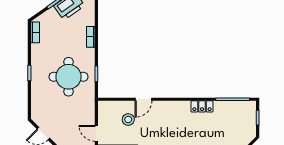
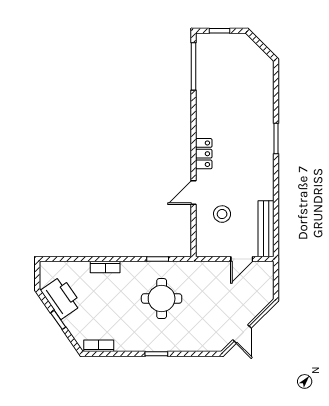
round table: (69, 77) -> (162, 299), width x0.73, depth x0.73
door: (143, 99) -> (193, 193), swing flipped
locker: (202, 106) -> (204, 154), moved

